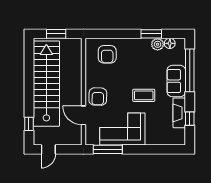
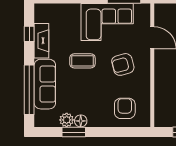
floor lamp: (170, 43) -> (81, 121), moved
sofa: (176, 81) -> (45, 84), width x1.36
armchair: (98, 97) -> (123, 64), moved, turned -107

